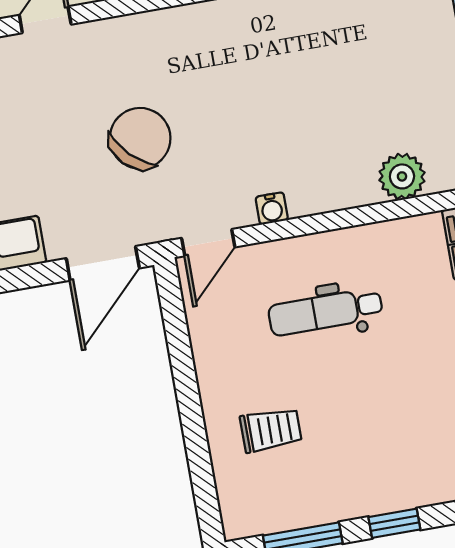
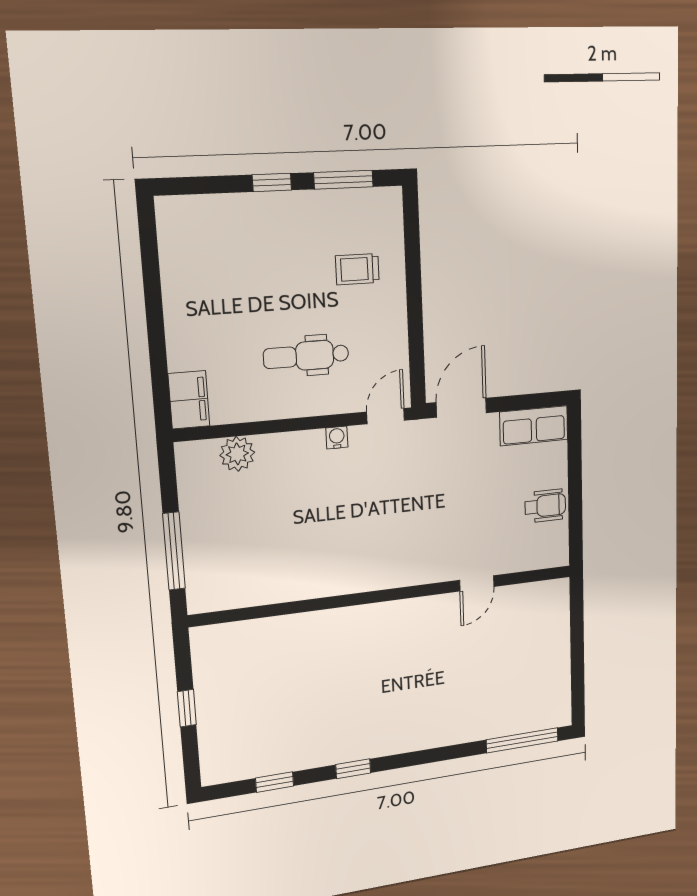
chair: (140, 138) -> (424, 496), removed
dental chair: (325, 312) -> (306, 356), turned 180

